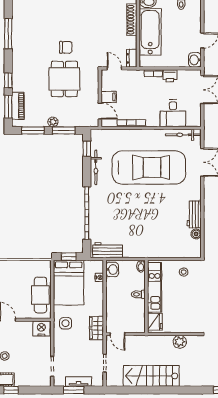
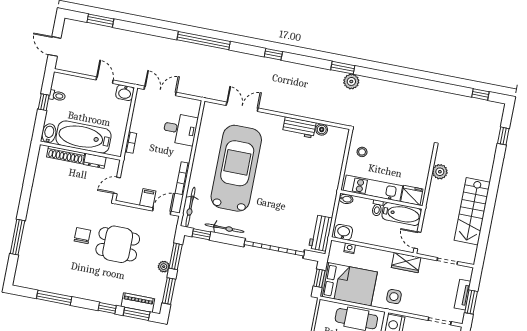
dresser: (132, 58) -> (95, 161), moved
printer: (170, 76) -> (137, 124), removed
bicycle: (183, 135) -> (190, 207), moved
bathtub: (137, 316) -> (402, 214), added
door: (117, 334) -> (417, 240), swing flipped

